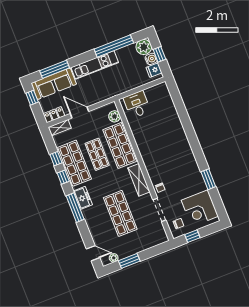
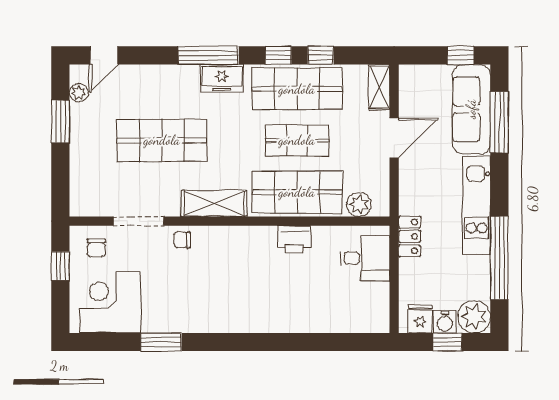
locker: (54, 115) -> (410, 236), moved
printer: (141, 139) -> (294, 239), added

